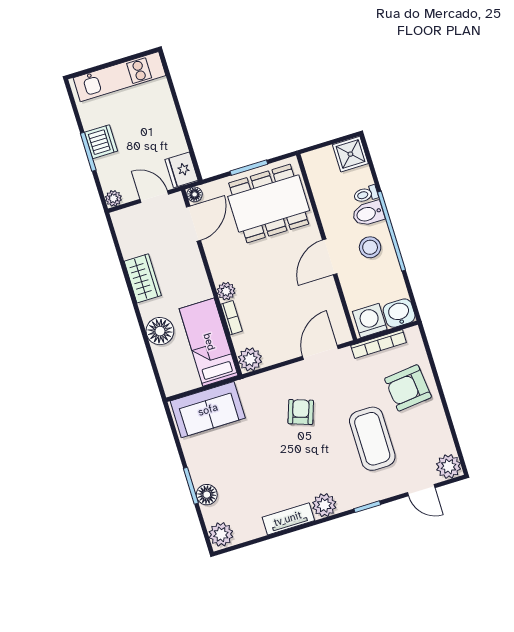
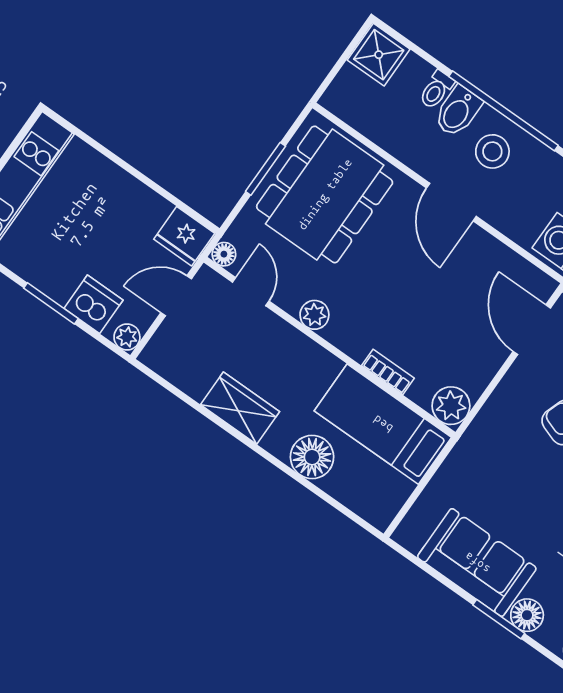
dishwasher: (101, 142) -> (94, 304), moved
door: (194, 224) -> (251, 292), width x0.73
plant: (226, 291) -> (314, 315), moved
sofa: (208, 410) -> (477, 563), moved, turned -90

